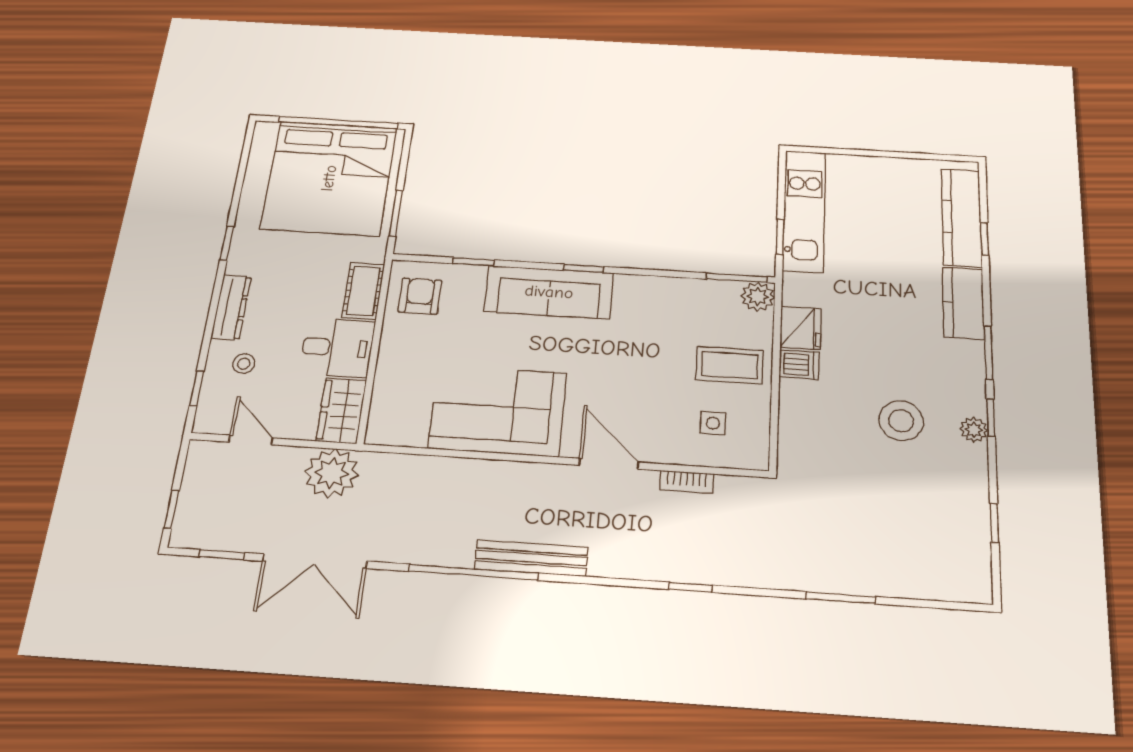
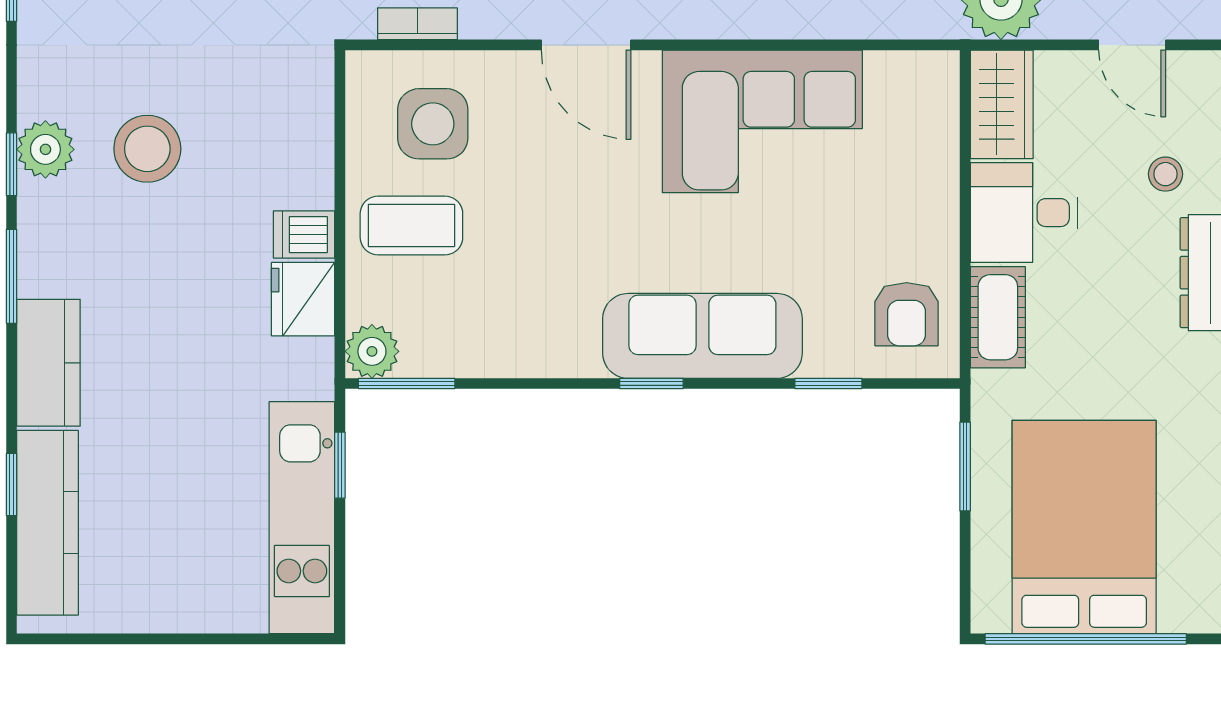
bed: (329, 178) -> (1084, 527), width x0.73
side table: (713, 423) -> (433, 124), width x1.87, depth x1.87
plant: (974, 430) -> (45, 149), width x1.38, depth x1.38
bookcase: (687, 482) -> (417, 24), moved

